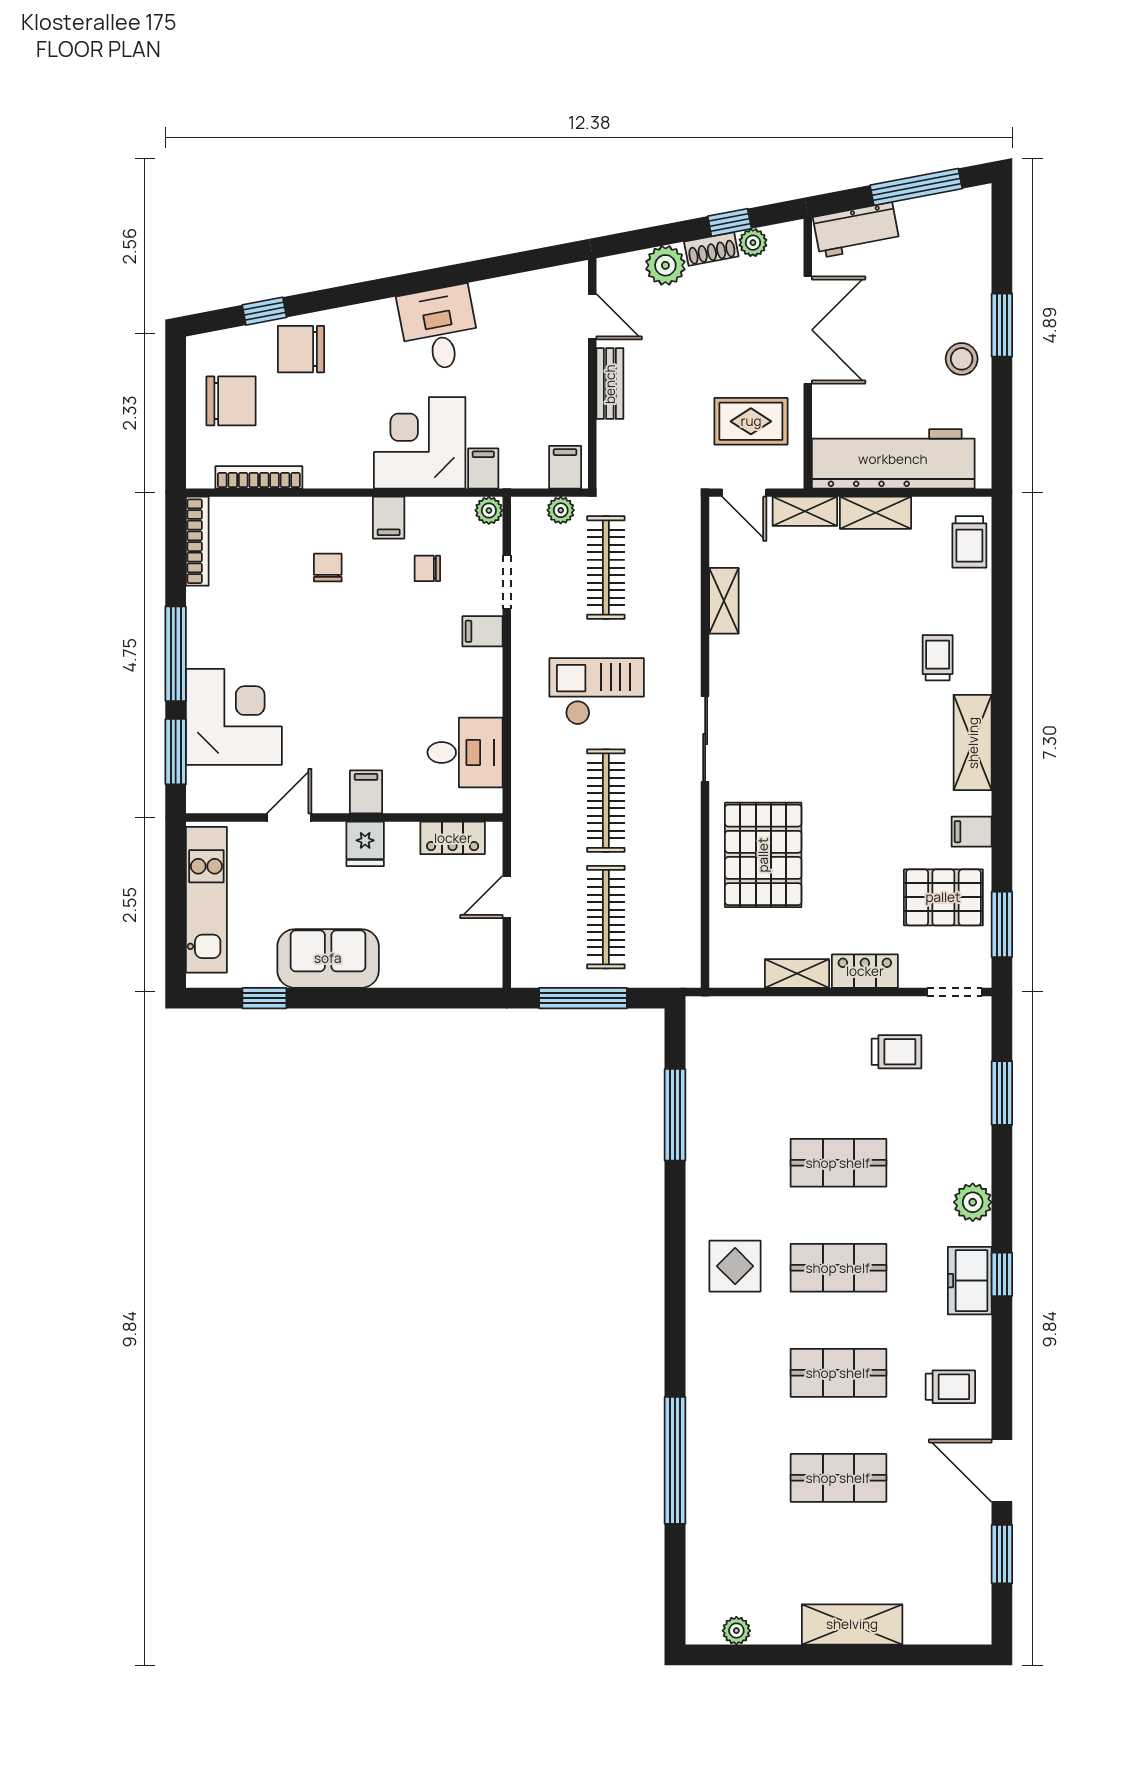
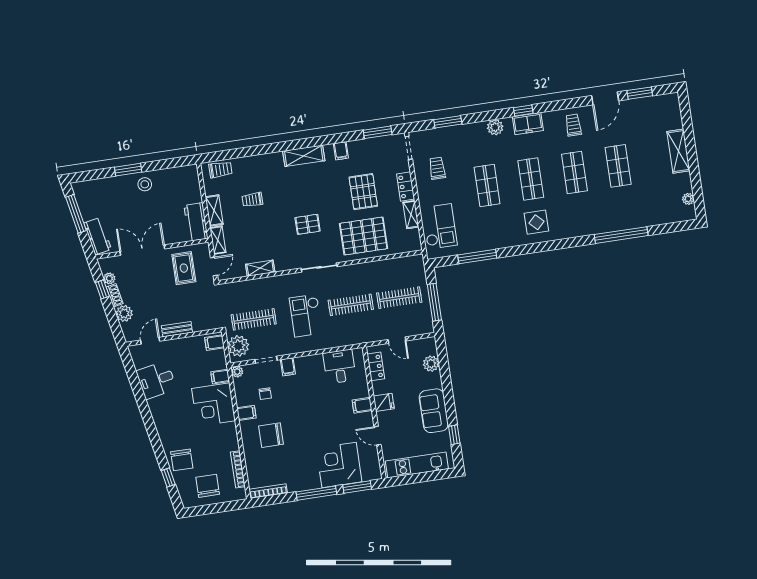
desk: (439, 328) -> (156, 380), moved
workbench: (893, 459) -> (196, 222), width x0.53, depth x0.76
plant: (561, 510) -> (238, 346), width x1.88, depth x1.88
chair: (328, 568) -> (271, 435), width x1.87, depth x1.87
trolley: (938, 658) -> (252, 200), moved
pallet: (810, 728) -> (308, 224), added
pallet: (943, 897) -> (363, 192), moved
plant: (440, 969) -> (431, 364), added
checkout: (759, 1037) -> (440, 226), added

